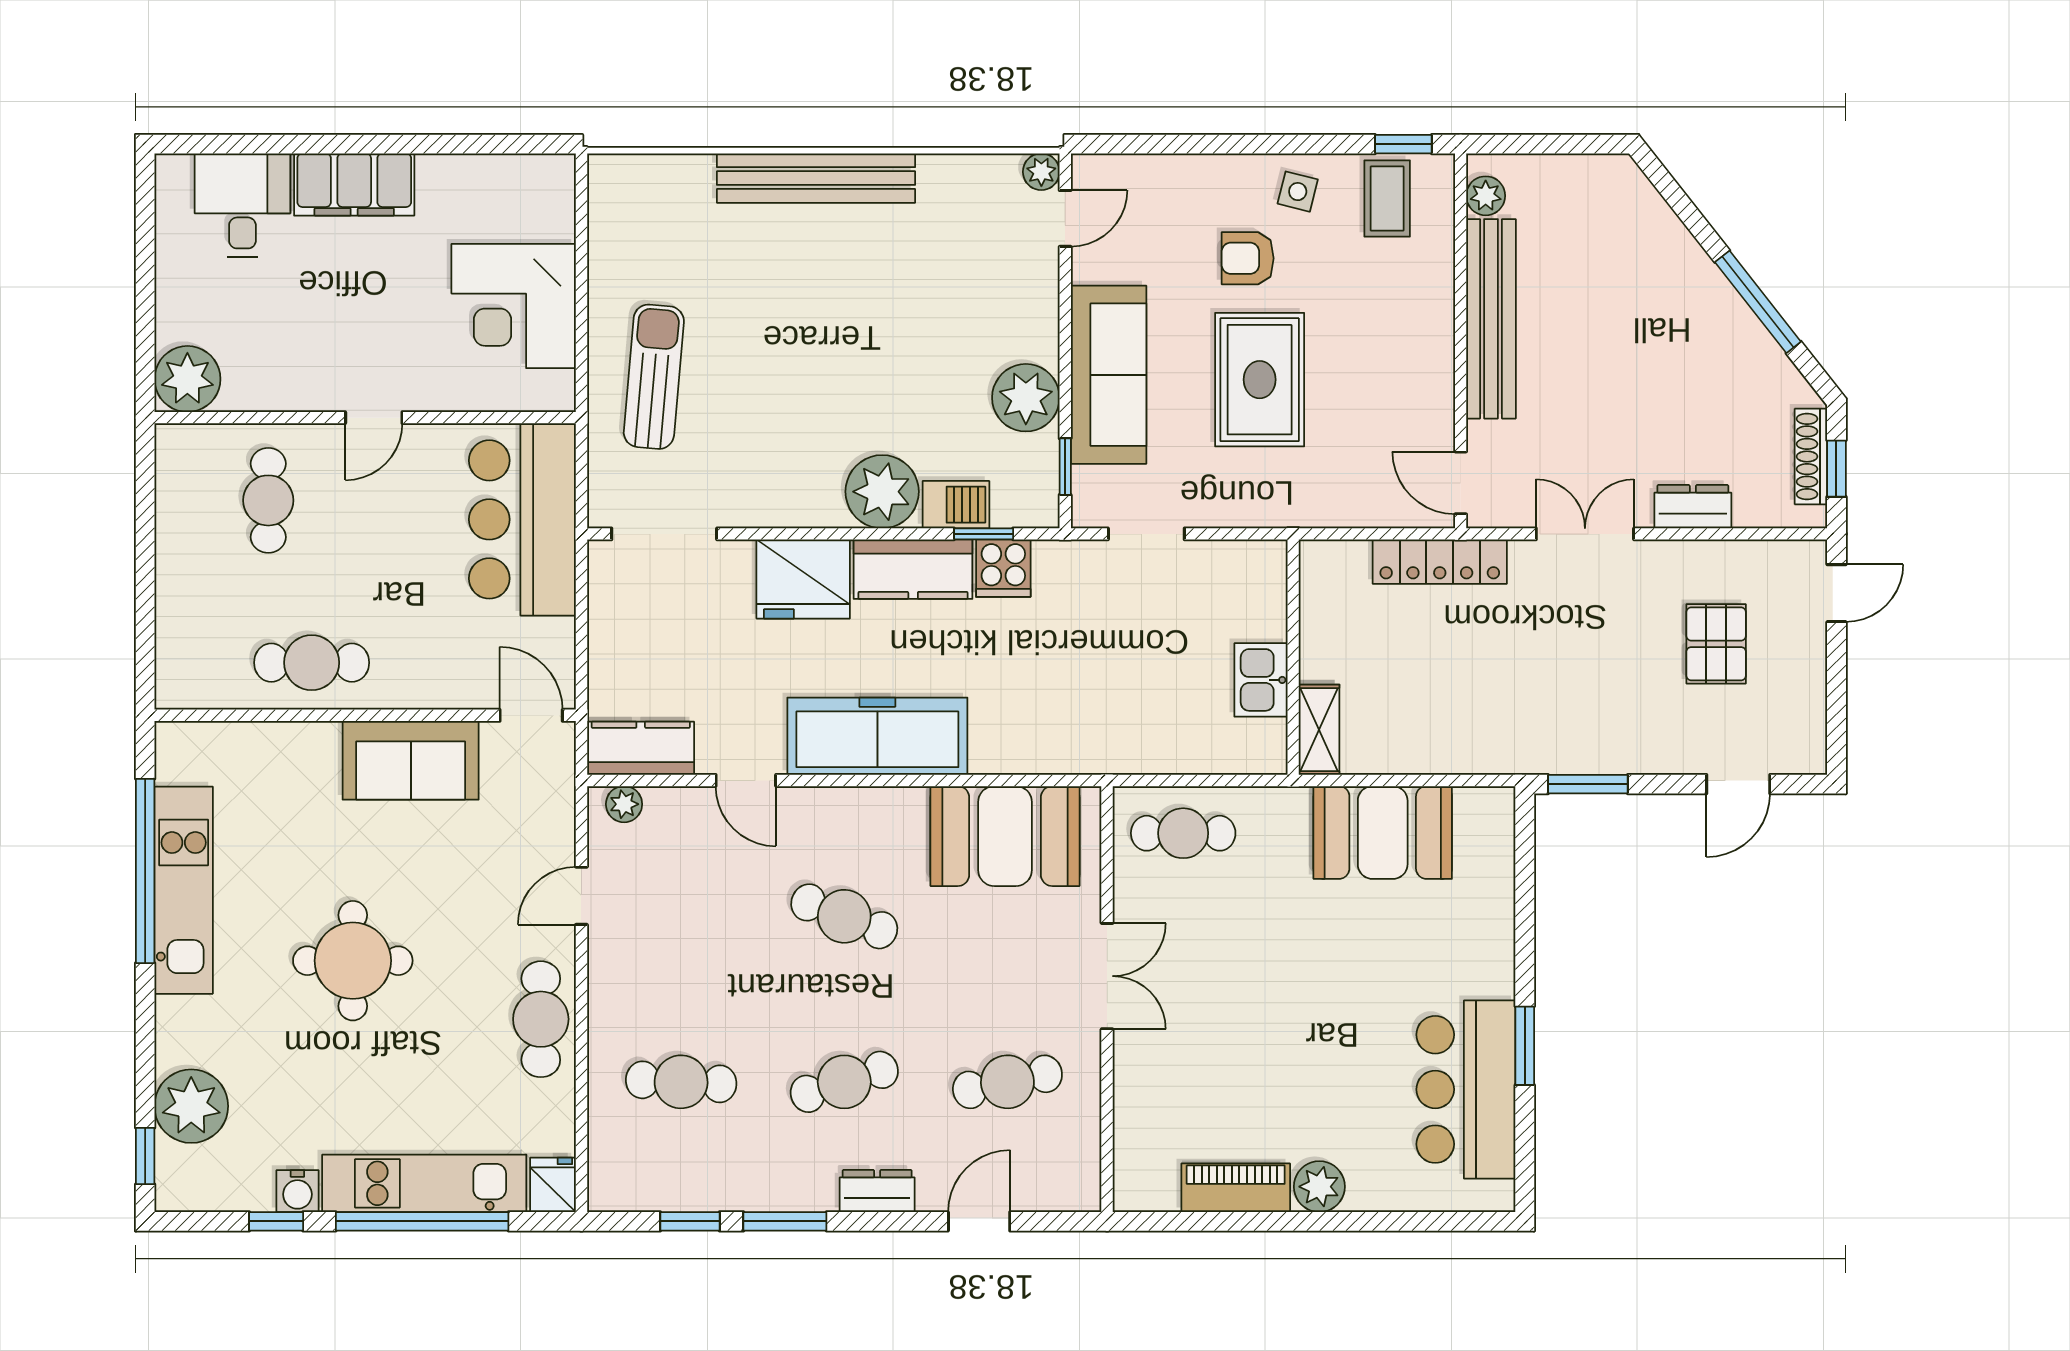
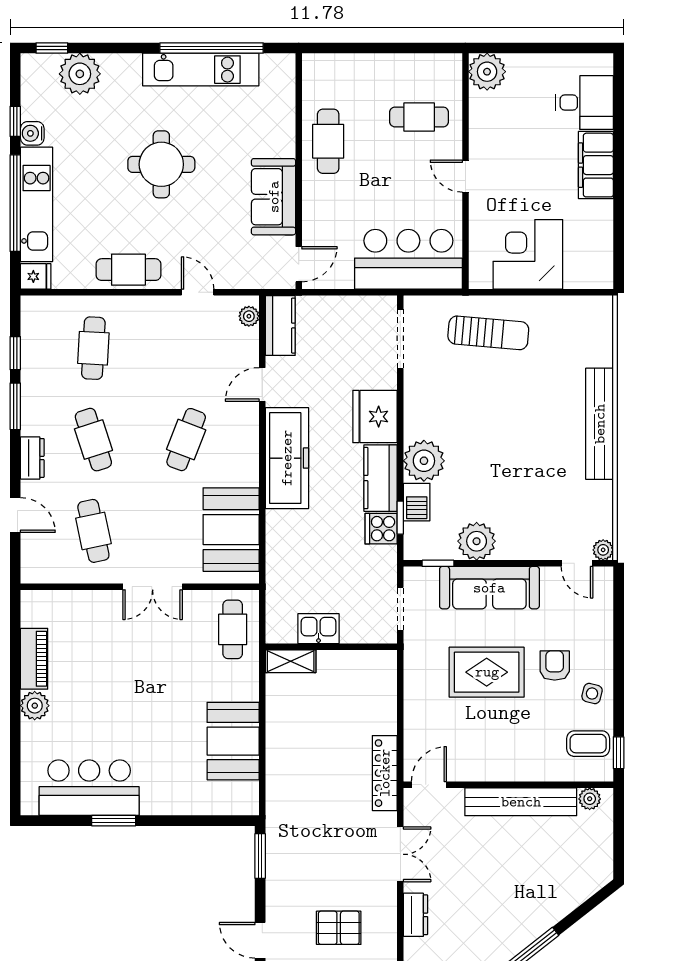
wall: (1293, 657) -> (331, 647), moved
kitchen sink: (1261, 680) -> (318, 629), moved
shelving: (1319, 730) -> (291, 661), moved

